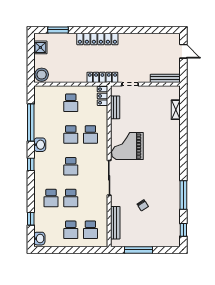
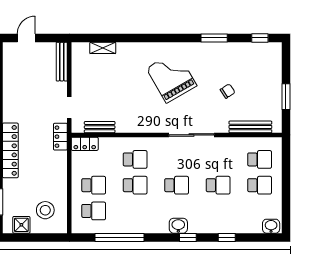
stool: (42, 75) -> (45, 210), moved
locker: (102, 77) -> (60, 137), width x0.66
washbasin: (40, 145) -> (178, 226), moved
grand piano: (127, 146) -> (171, 77), moved, turned 150
window: (31, 164) -> (188, 237), moved
window: (183, 195) -> (214, 38), width x0.69
school desk: (51, 198) -> (94, 211), moved
window: (31, 219) -> (227, 237), moved
window: (138, 250) -> (286, 97), width x0.69

